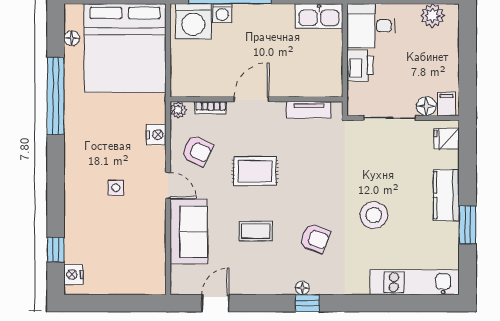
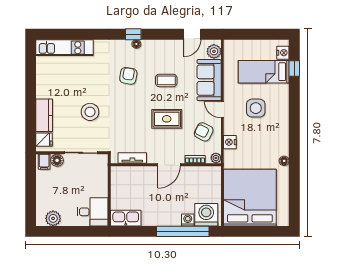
floor lamp: (72, 38) -> (284, 161), moved
printer: (360, 65) -> (100, 186), removed
window: (56, 96) -> (294, 167), removed
side table: (116, 188) -> (256, 108), width x1.87, depth x1.87
kitchen counter: (446, 195) -> (44, 115), moved
stool: (374, 215) -> (90, 112), moved
window: (468, 225) -> (31, 84), removed
armchair: (315, 238) -> (128, 76), turned 79
bed: (104, 245) -> (264, 72), added
plant: (181, 277) -> (214, 51), added

